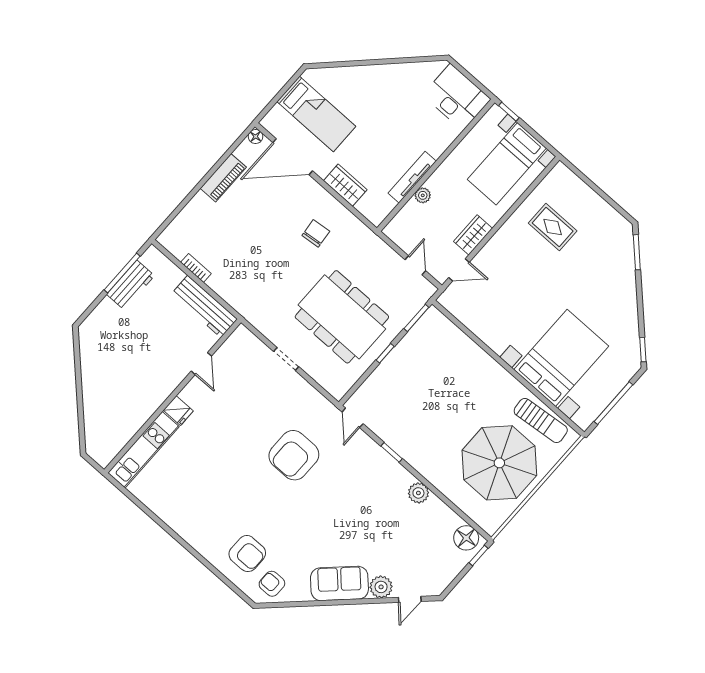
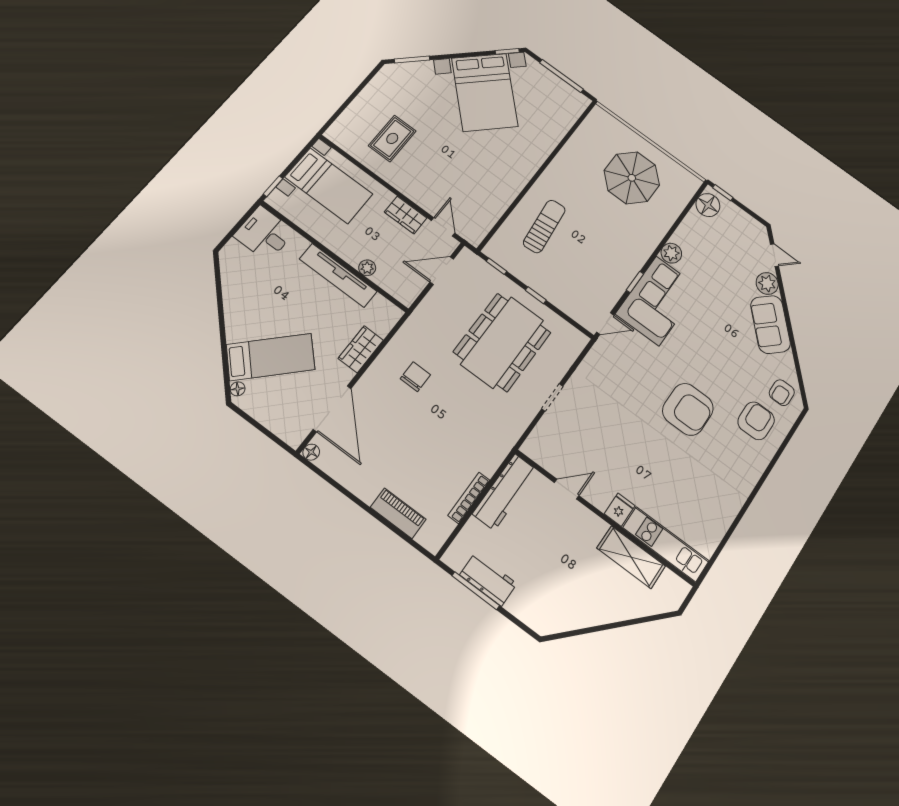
floor lamp: (318, 74) -> (238, 389), added
desk: (457, 97) -> (264, 234), width x0.73
bed: (316, 114) -> (271, 357), moved, turned 45
tv unit: (412, 177) -> (338, 275), width x1.36, depth x1.29
piano: (223, 178) -> (398, 513), moved
chair: (316, 233) -> (415, 377), turned 96
door: (415, 265) -> (442, 271), width x1.38
bookcase: (196, 268) -> (469, 498), width x1.56
window: (416, 318) -> (496, 266), width x0.67
bed with nightstands: (561, 358) -> (485, 92), moved, turned -135
shelving: (136, 416) -> (631, 557), added
sun lounger: (541, 421) -> (544, 226), moved
armchair: (294, 455) -> (688, 409), moved
parasol: (499, 463) -> (632, 178), width x0.73, depth x0.73
corner sofa: (371, 473) -> (658, 301), added

